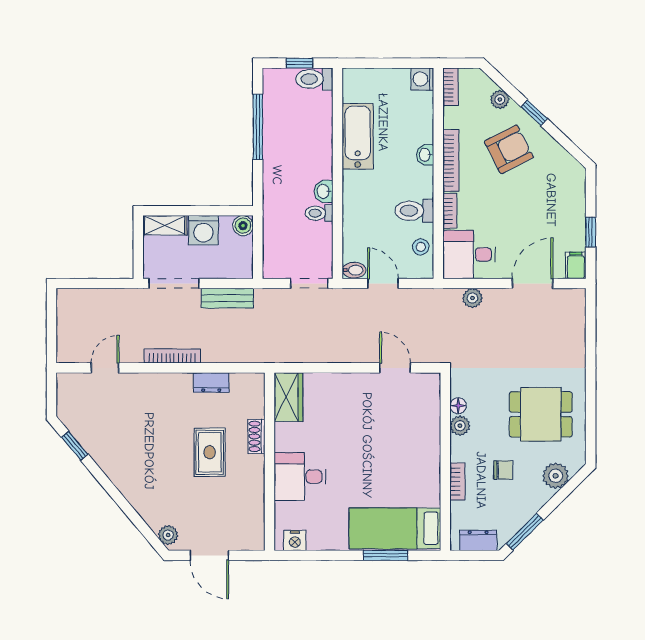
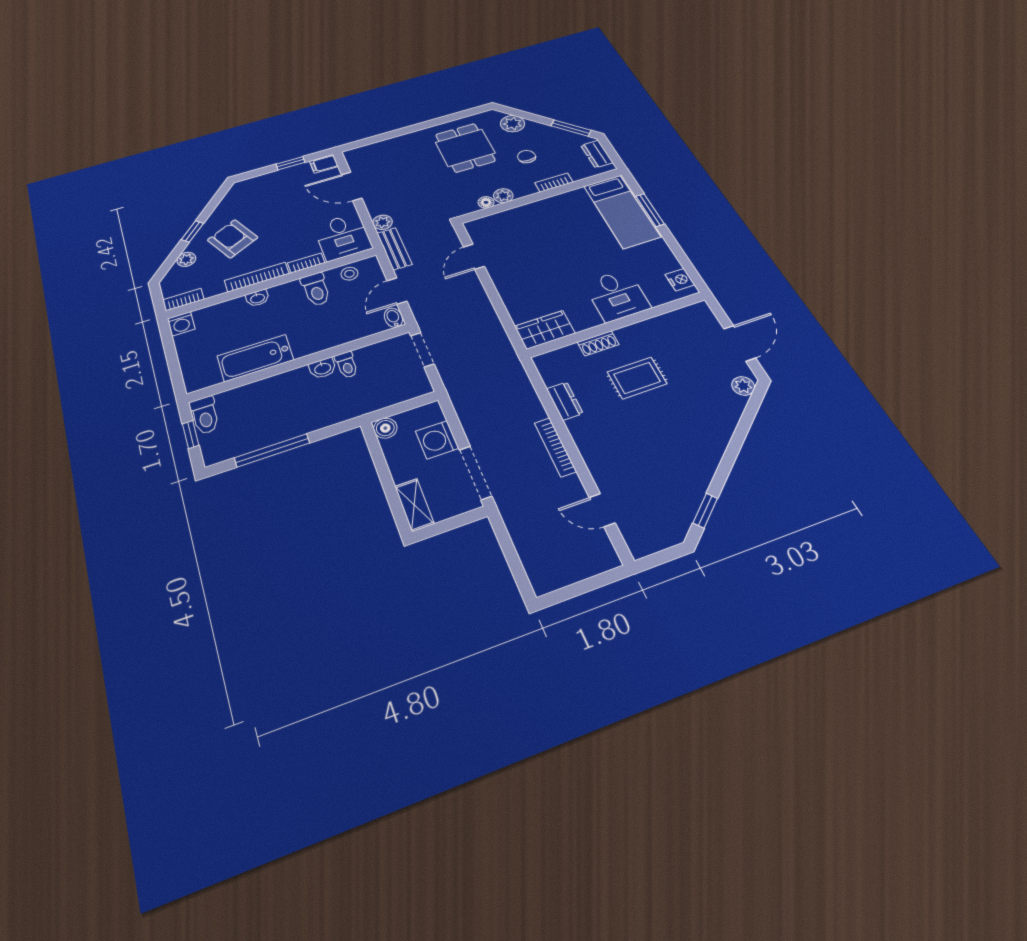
washing machine: (203, 230) -> (437, 440), moved, turned 180
bench: (227, 298) -> (394, 249), moved

